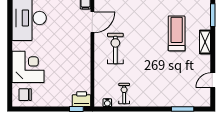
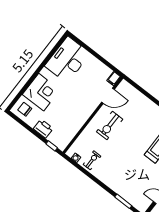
exercise bike: (115, 48) -> (110, 125), turned 180
printer: (82, 99) -> (43, 129), moved

